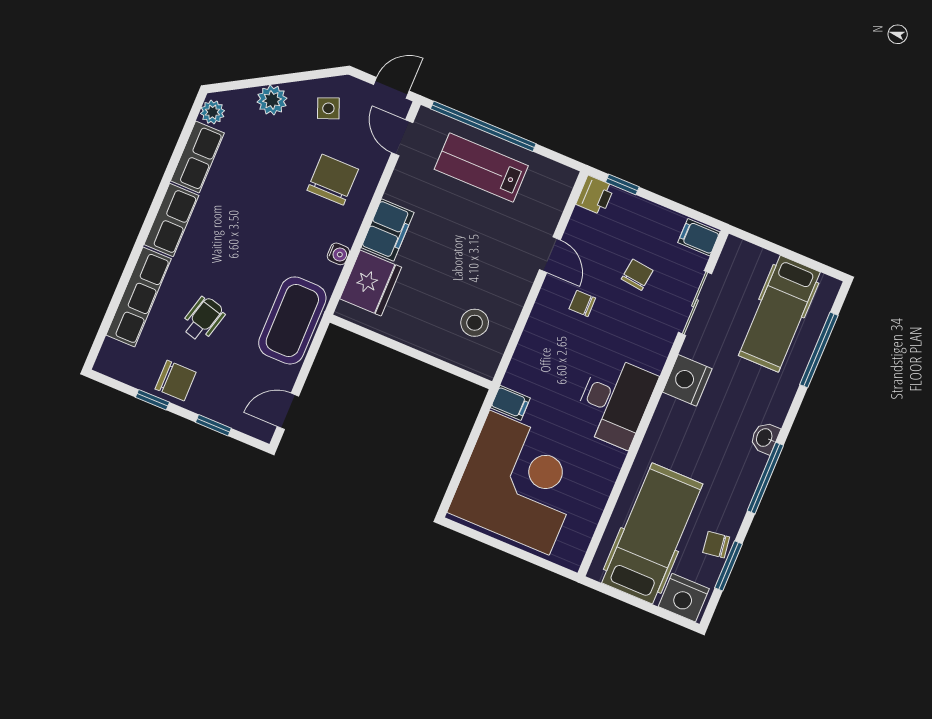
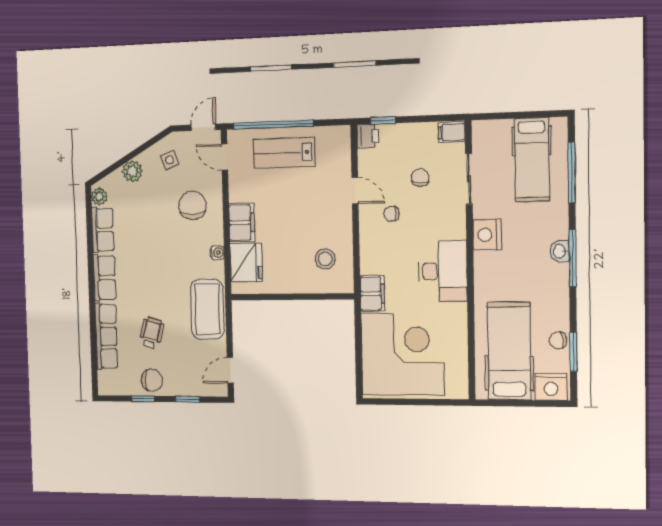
filing cabinet: (510, 403) -> (372, 293), width x2.00
window: (765, 478) -> (572, 258), moved

